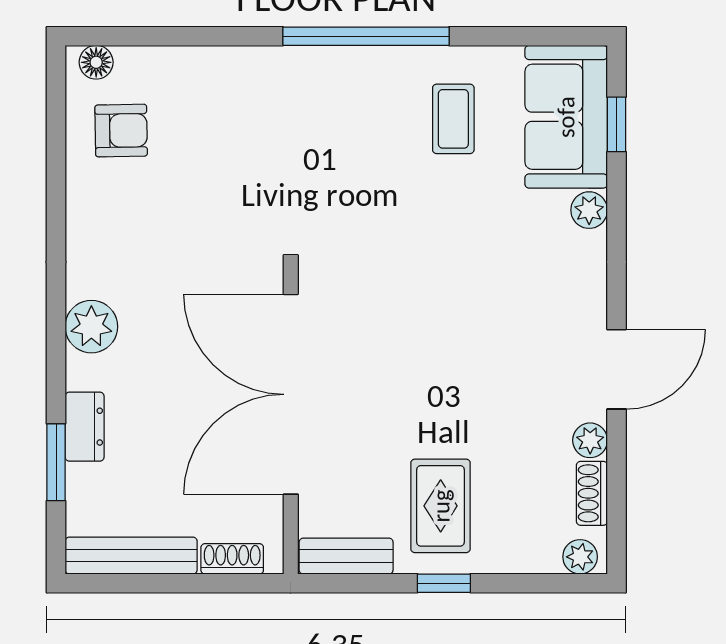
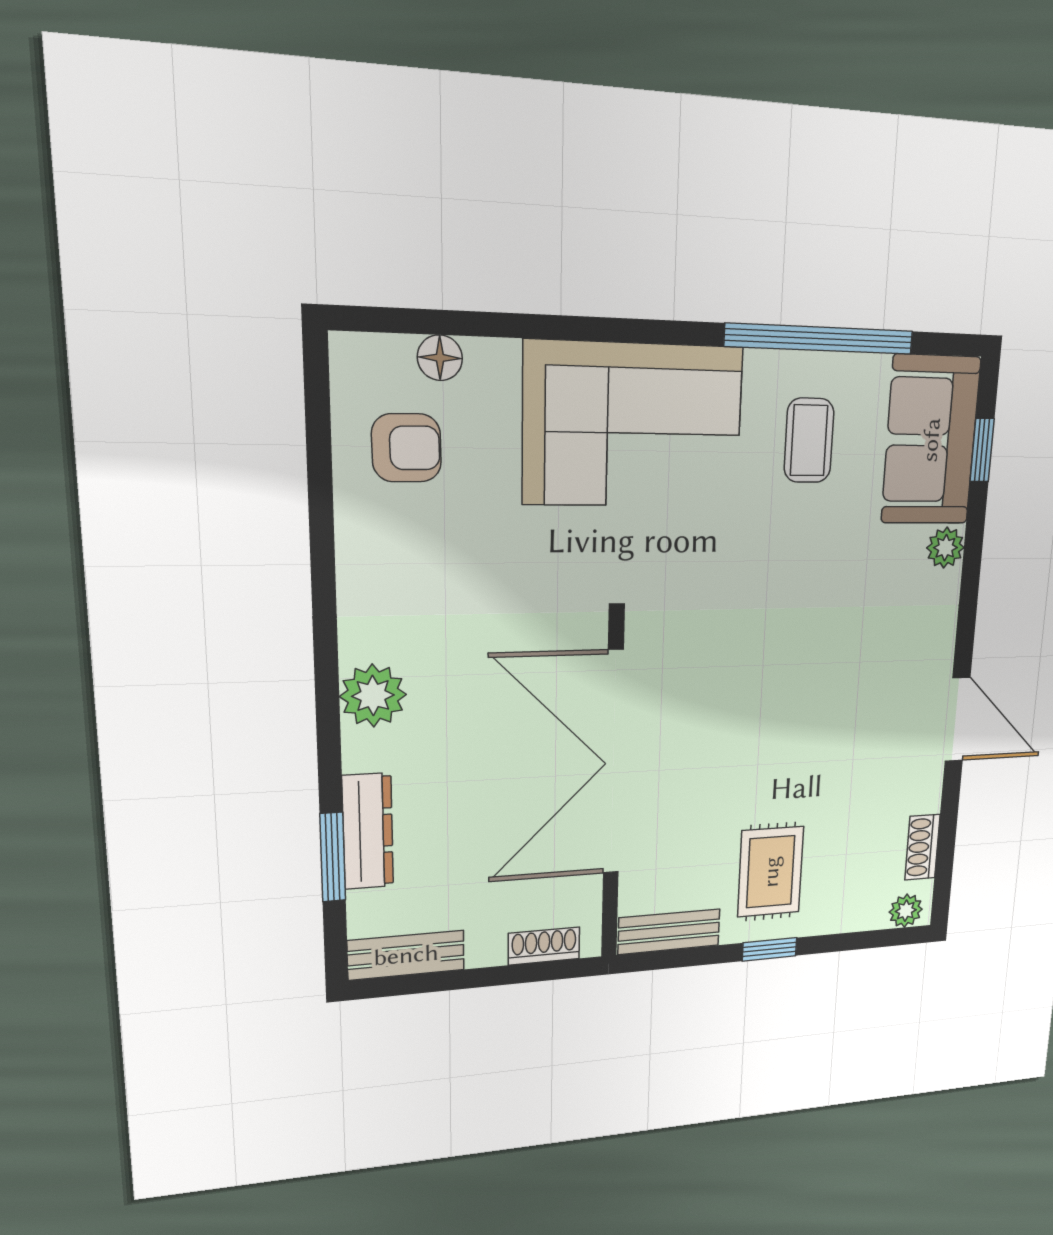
window: (366, 36) -> (820, 339), moved
floor lamp: (96, 62) -> (440, 358), moved
corner sofa: (301, 110) -> (633, 425), added
door: (617, 369) -> (958, 719), hinge flipped
dresser: (85, 427) -> (368, 831), width x1.44
plant: (590, 440) -> (925, 794), removed
bench: (131, 556) -> (406, 955), width x0.73

